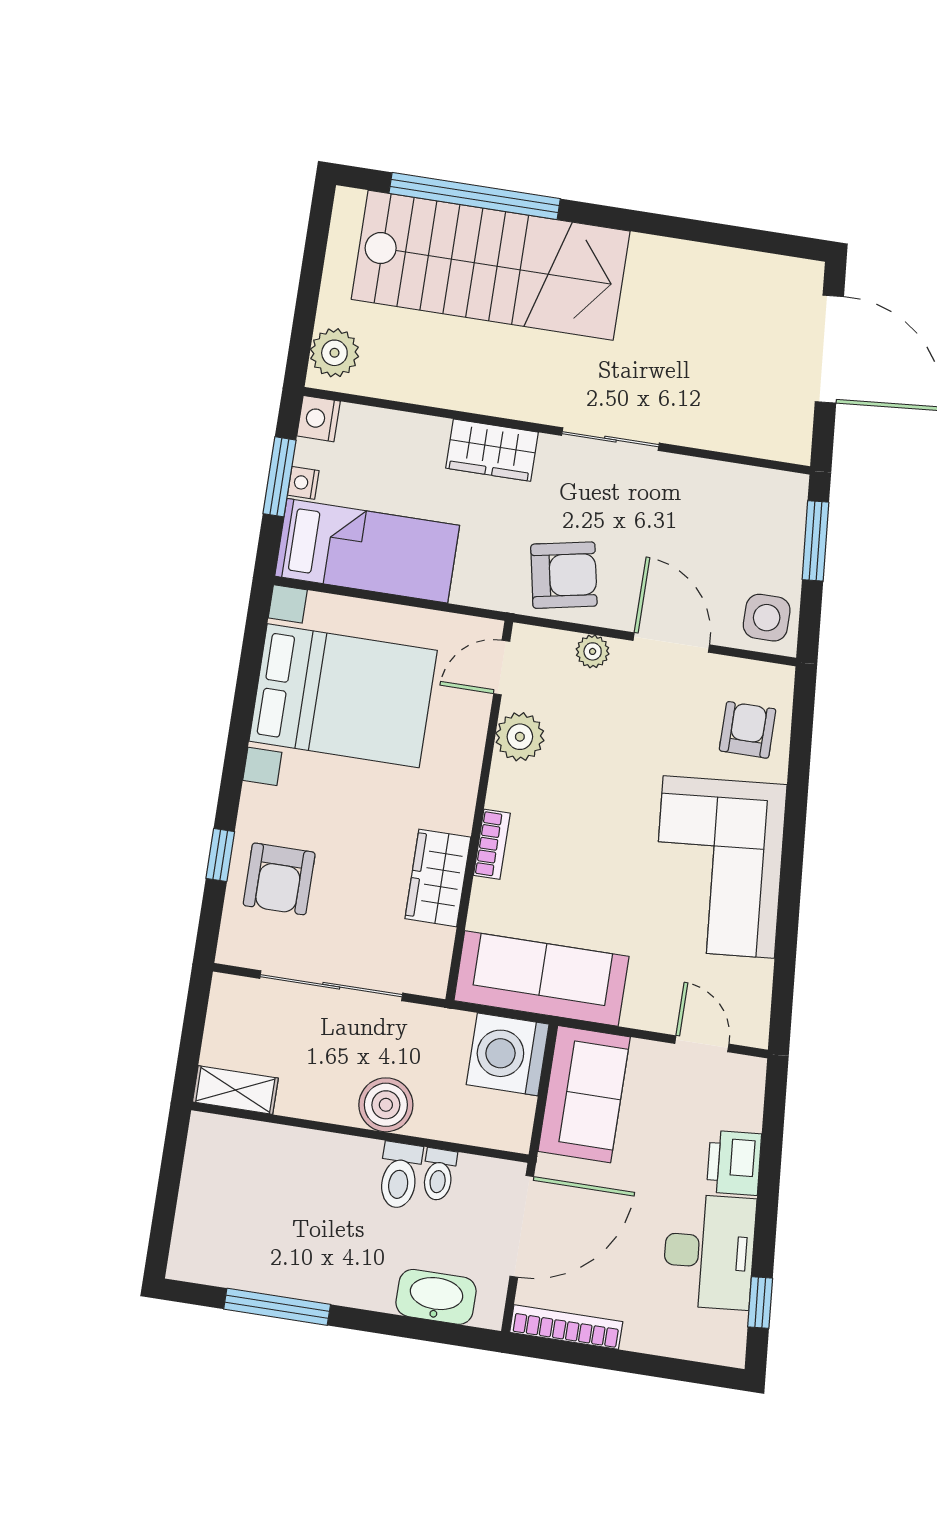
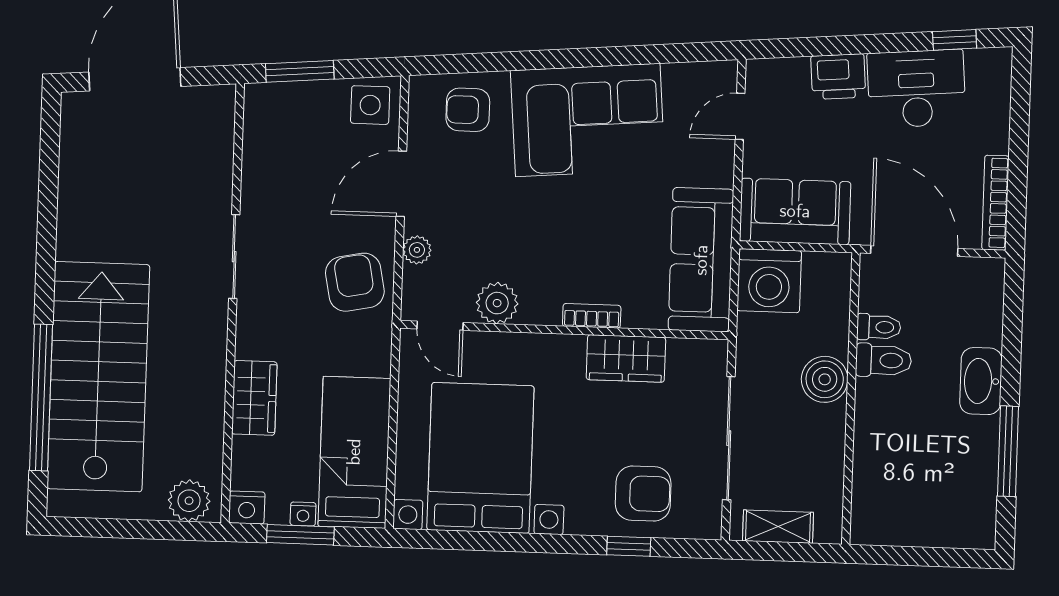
wardrobe: (492, 450) -> (254, 398), moved
shelving: (235, 1090) -> (778, 527), moved, turned 90
washbasin: (436, 1297) -> (981, 381), moved

